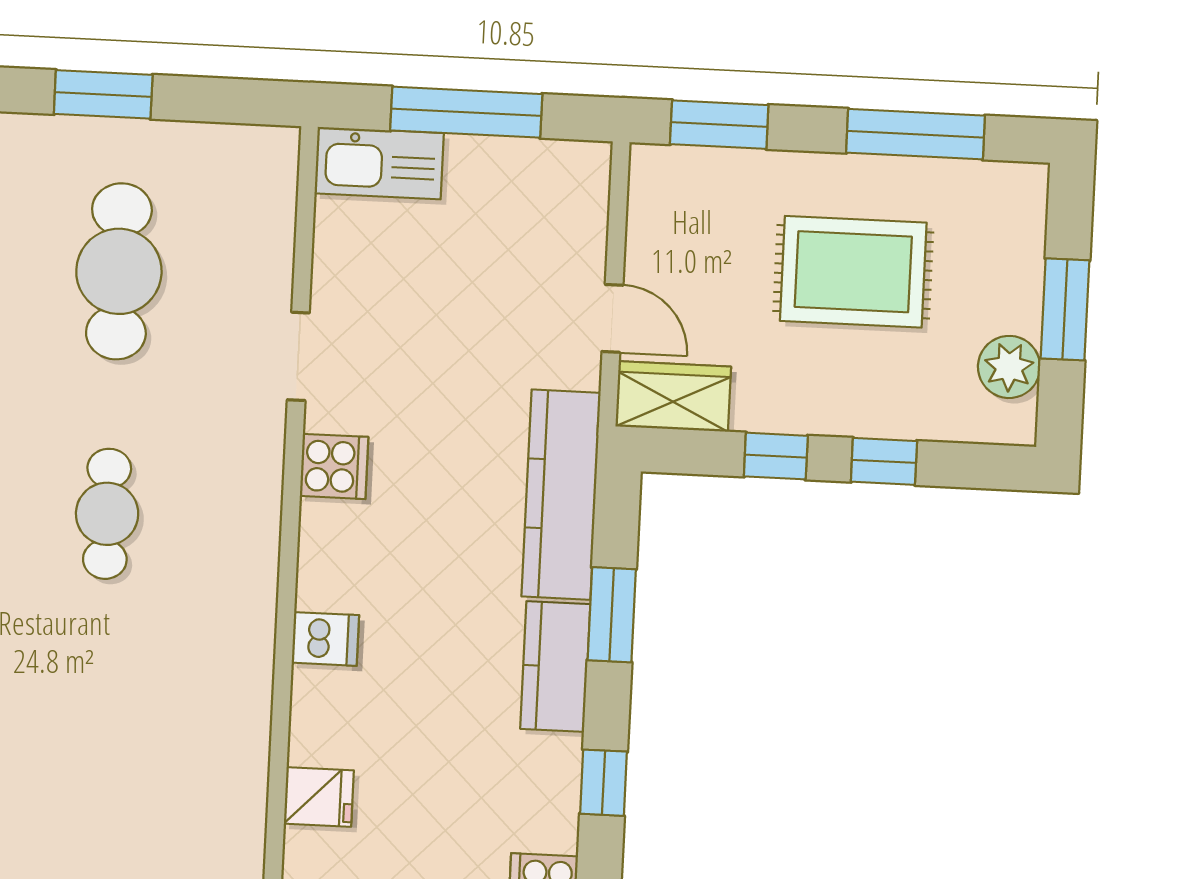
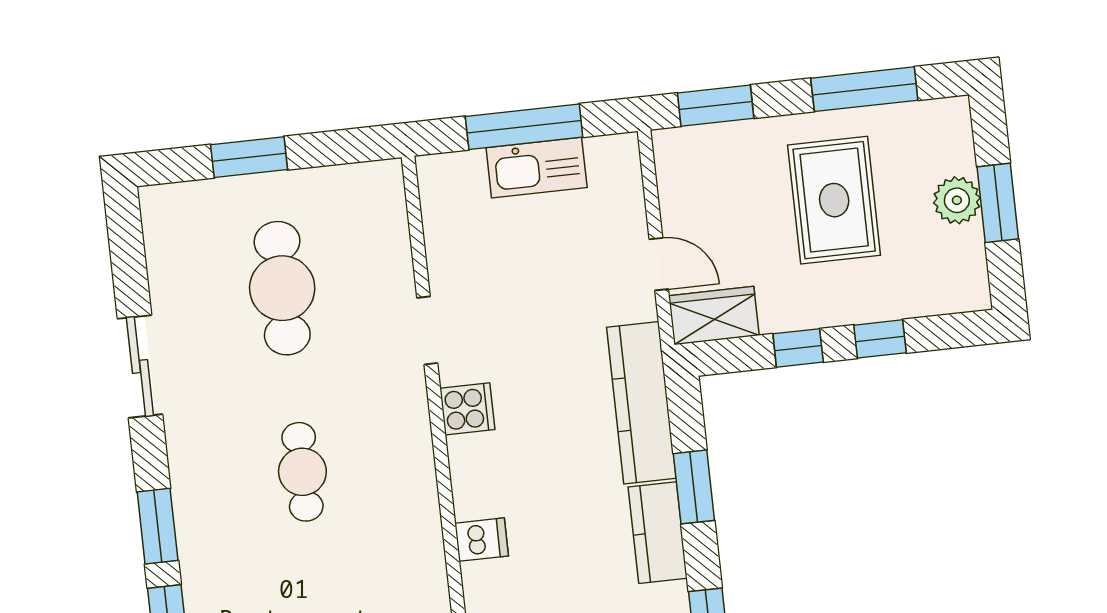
kitchen sink: (379, 163) -> (537, 168), moved
rug: (853, 272) -> (834, 200), turned 90
plant: (1009, 367) -> (957, 200), moved

